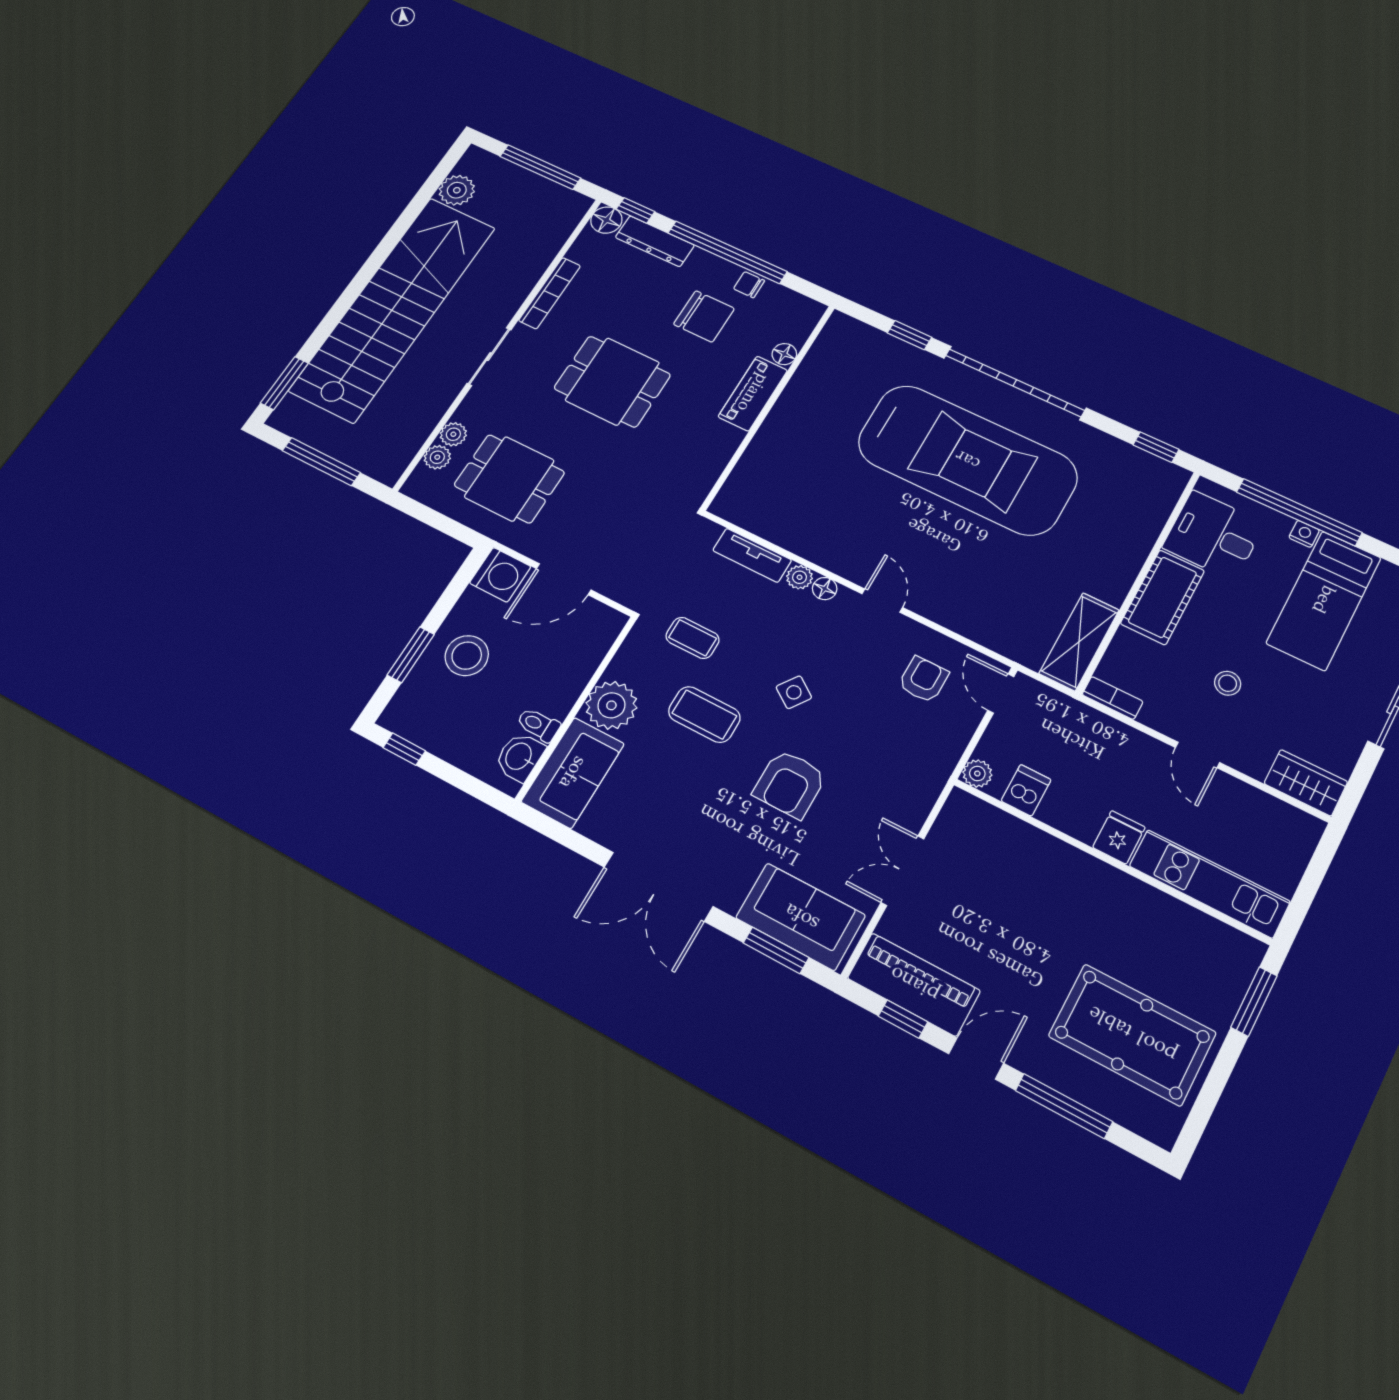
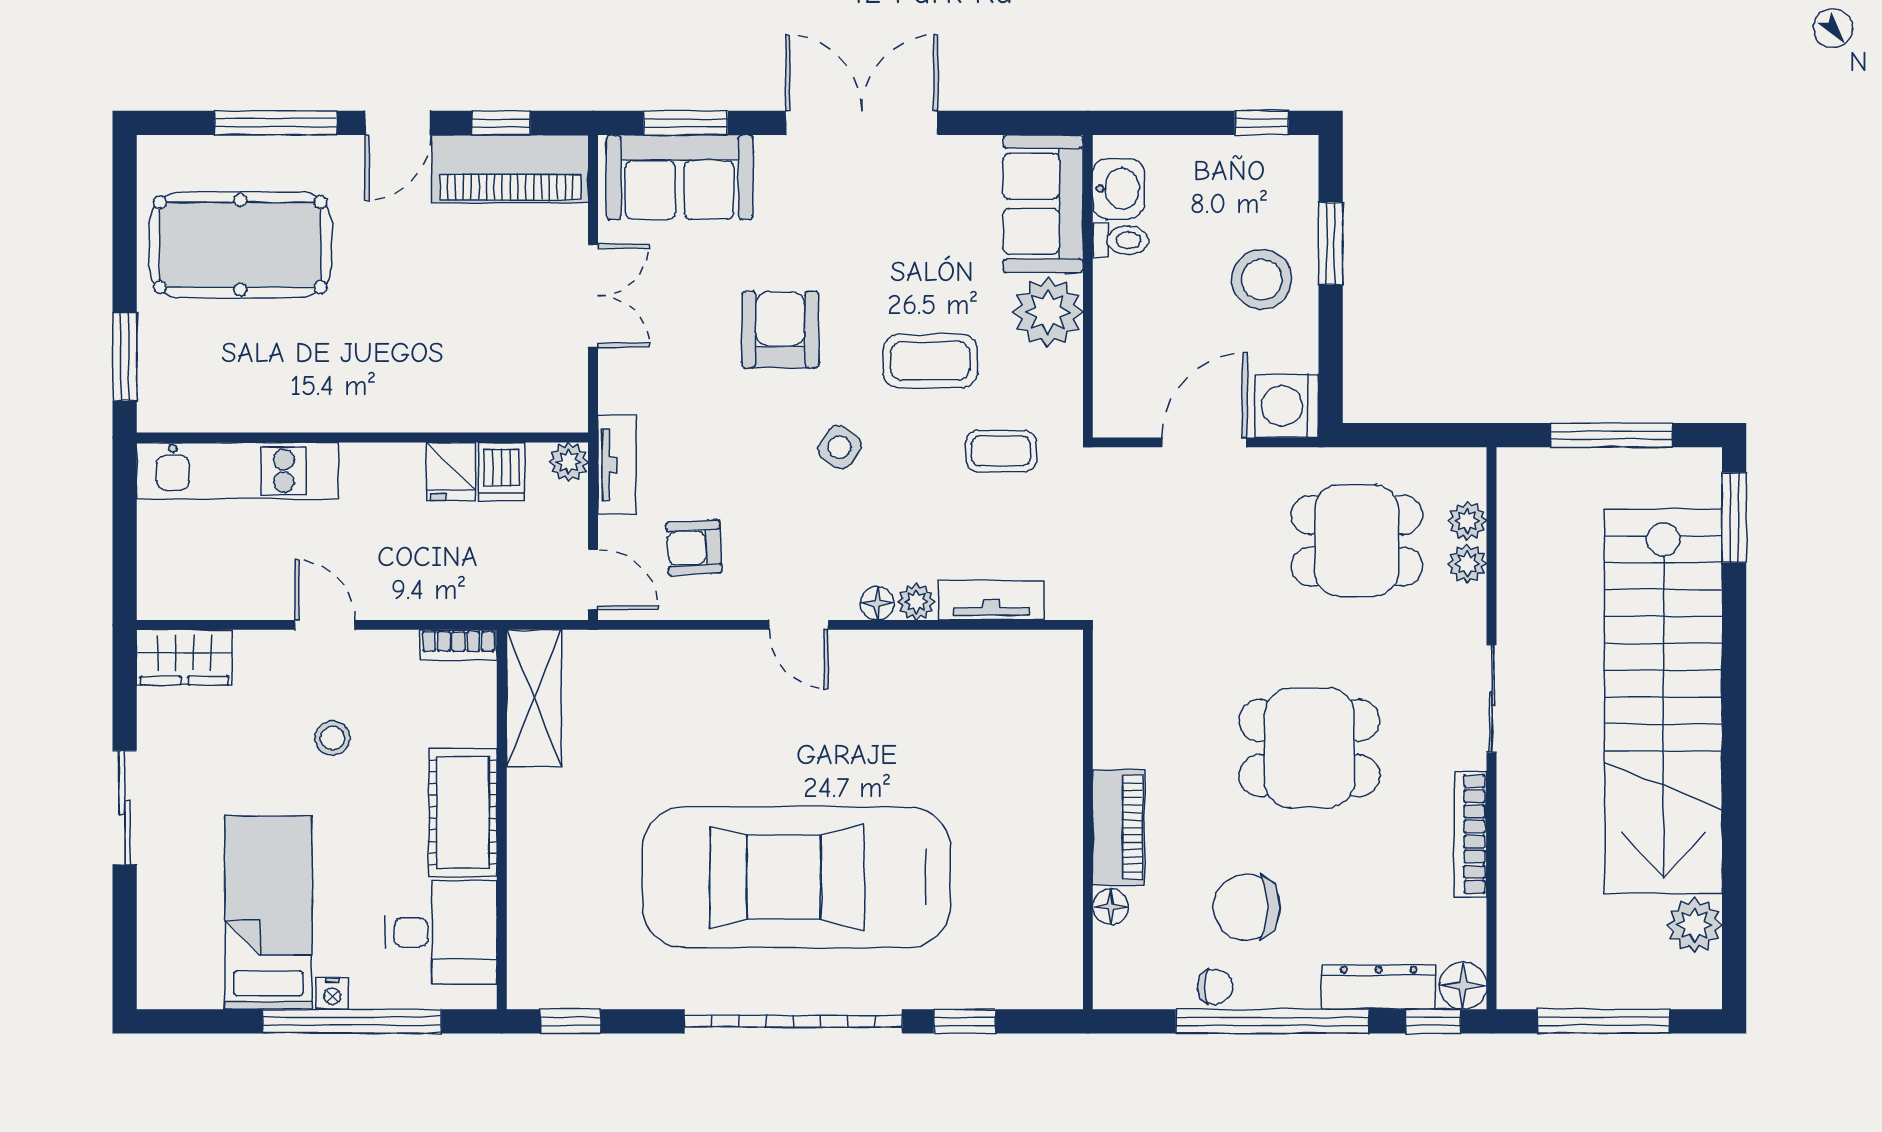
armchair: (923, 679) -> (694, 548), turned 87
tv unit: (946, 756) -> (617, 465), added
fridge: (1119, 837) -> (451, 471), moved

